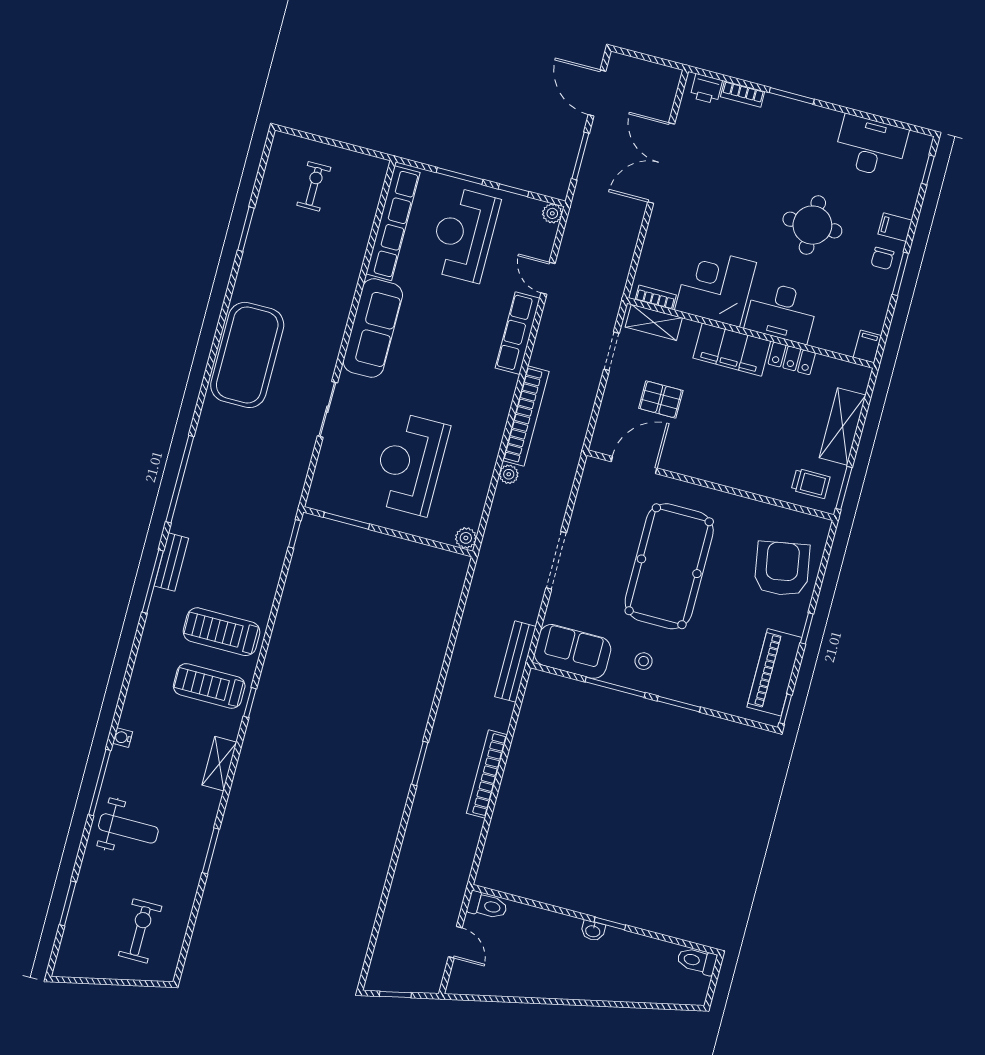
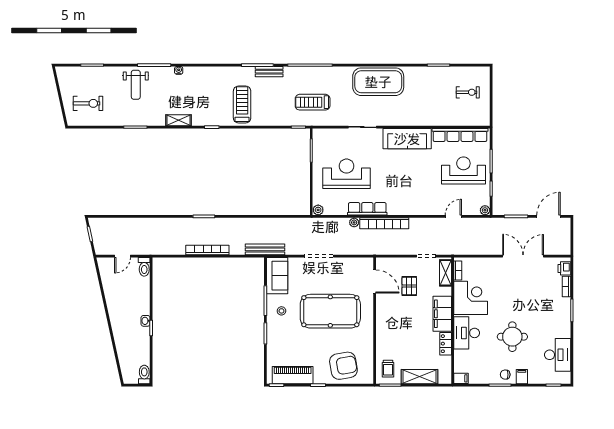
row of seats: (518, 333) -> (367, 209), moved
treadmill: (209, 686) -> (313, 102), moved, turned -90

